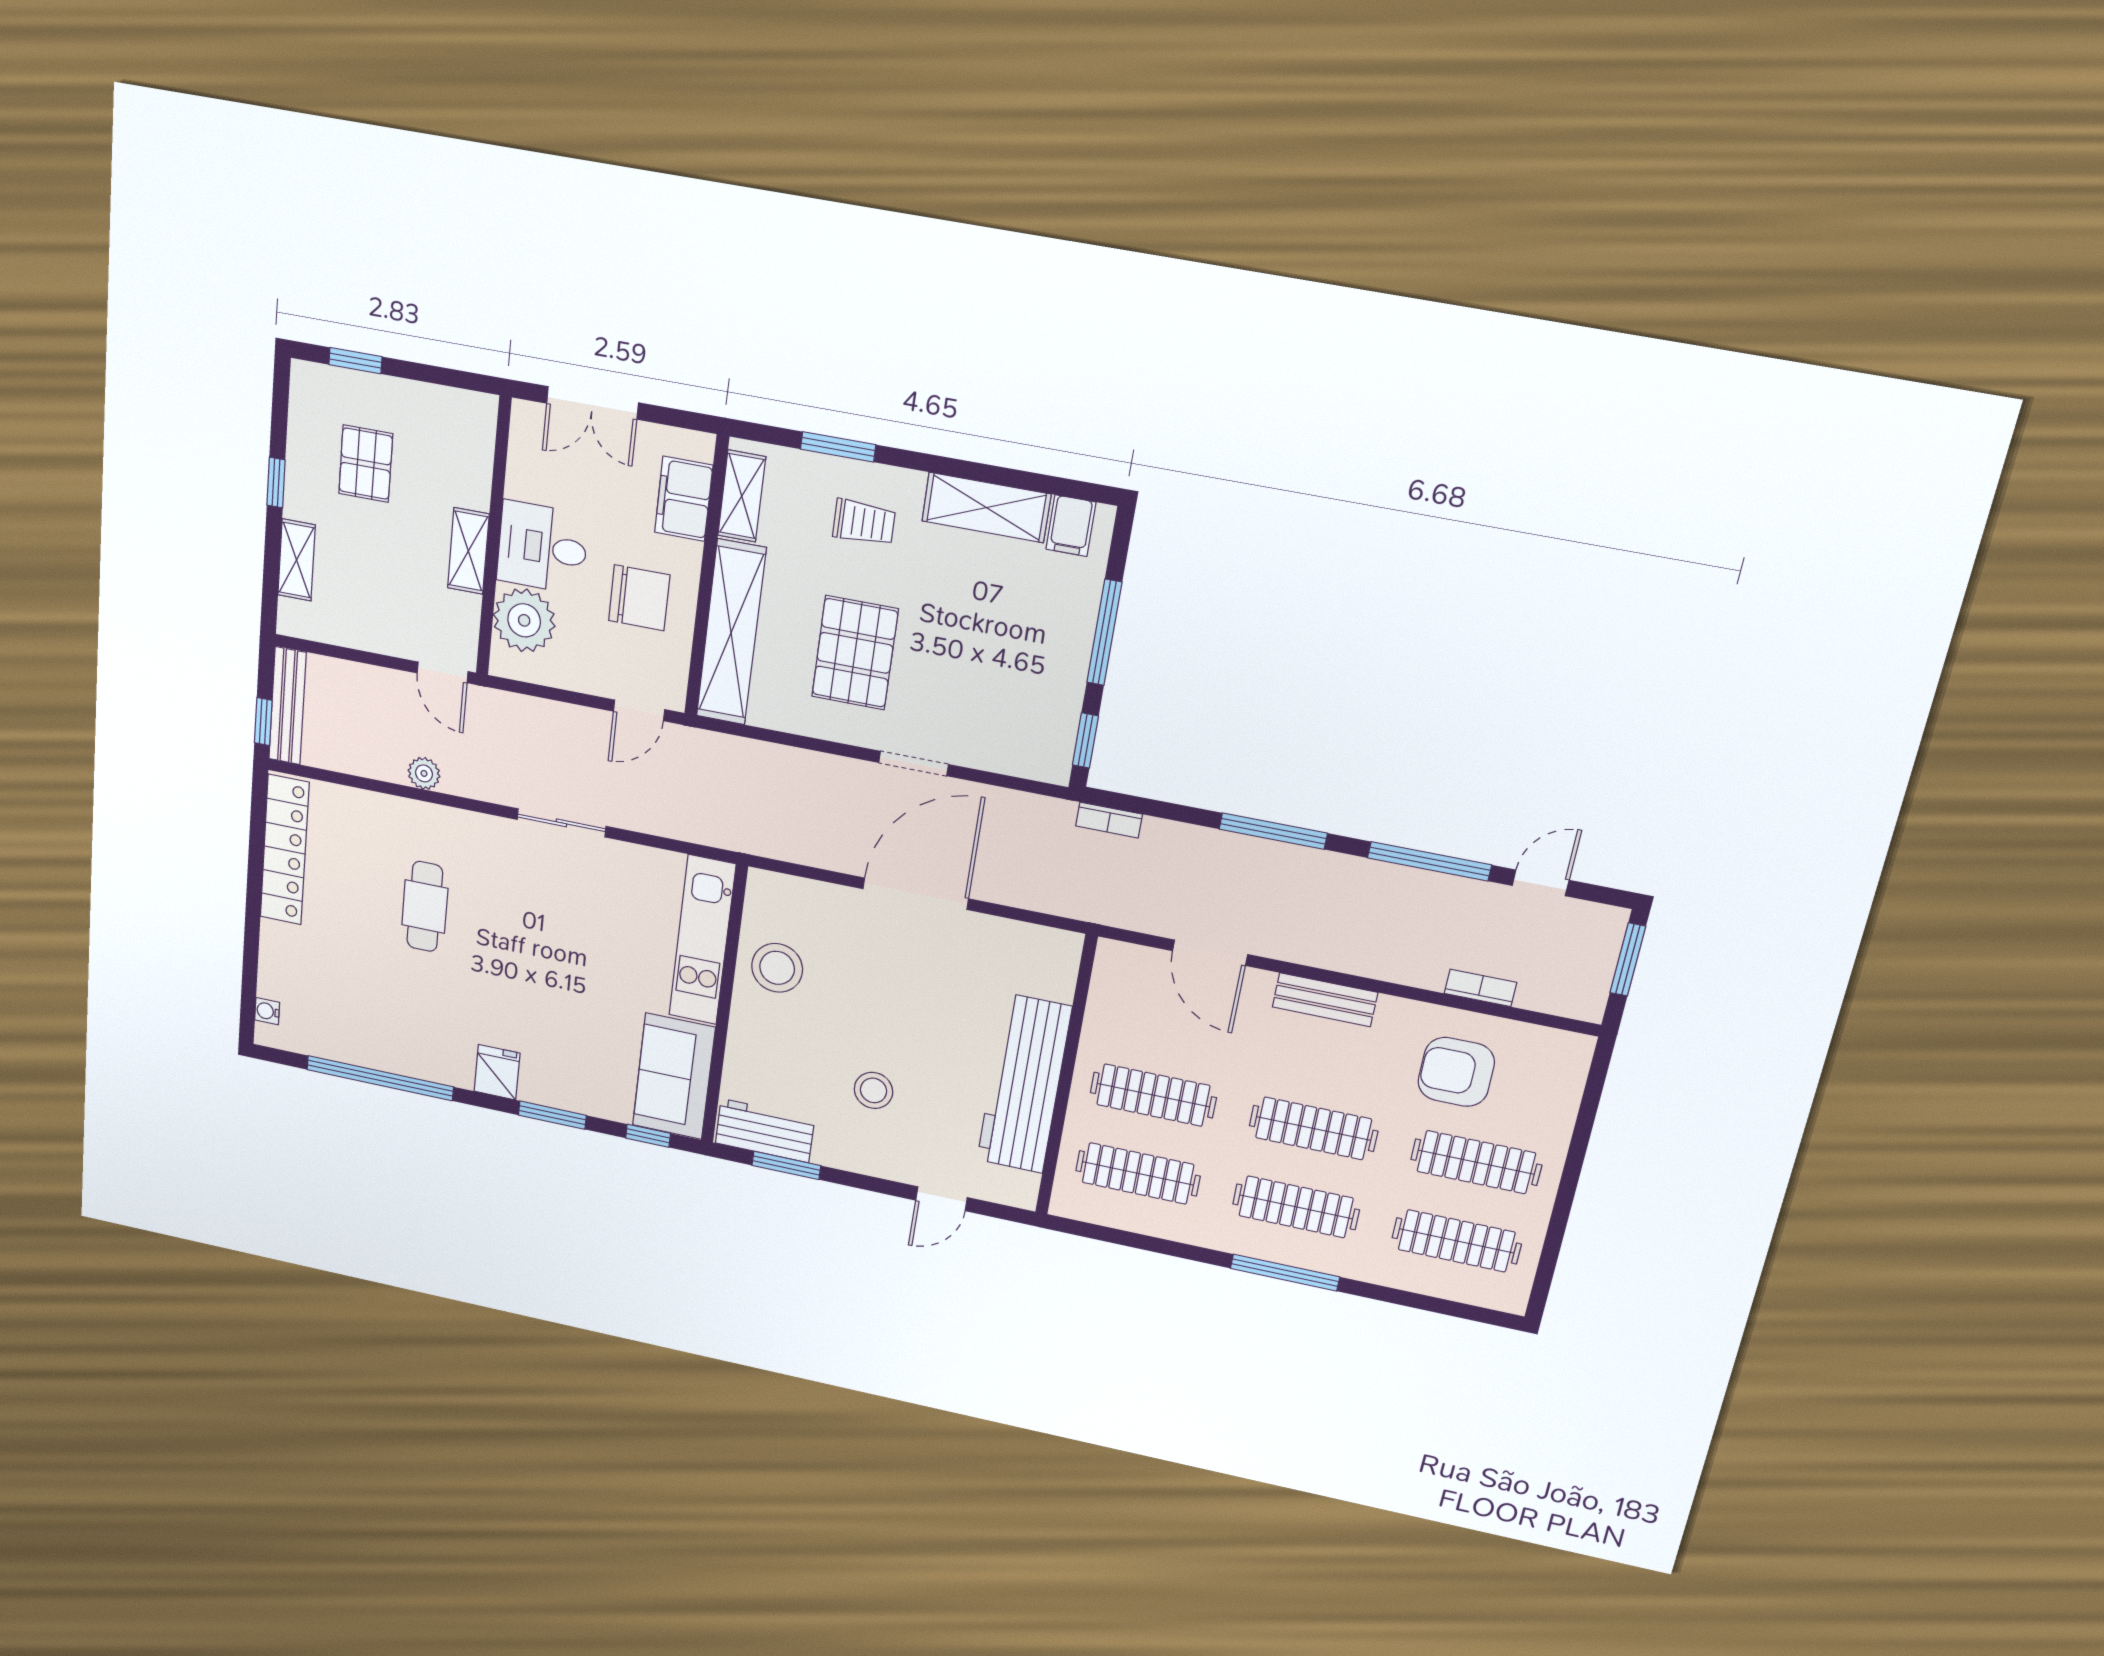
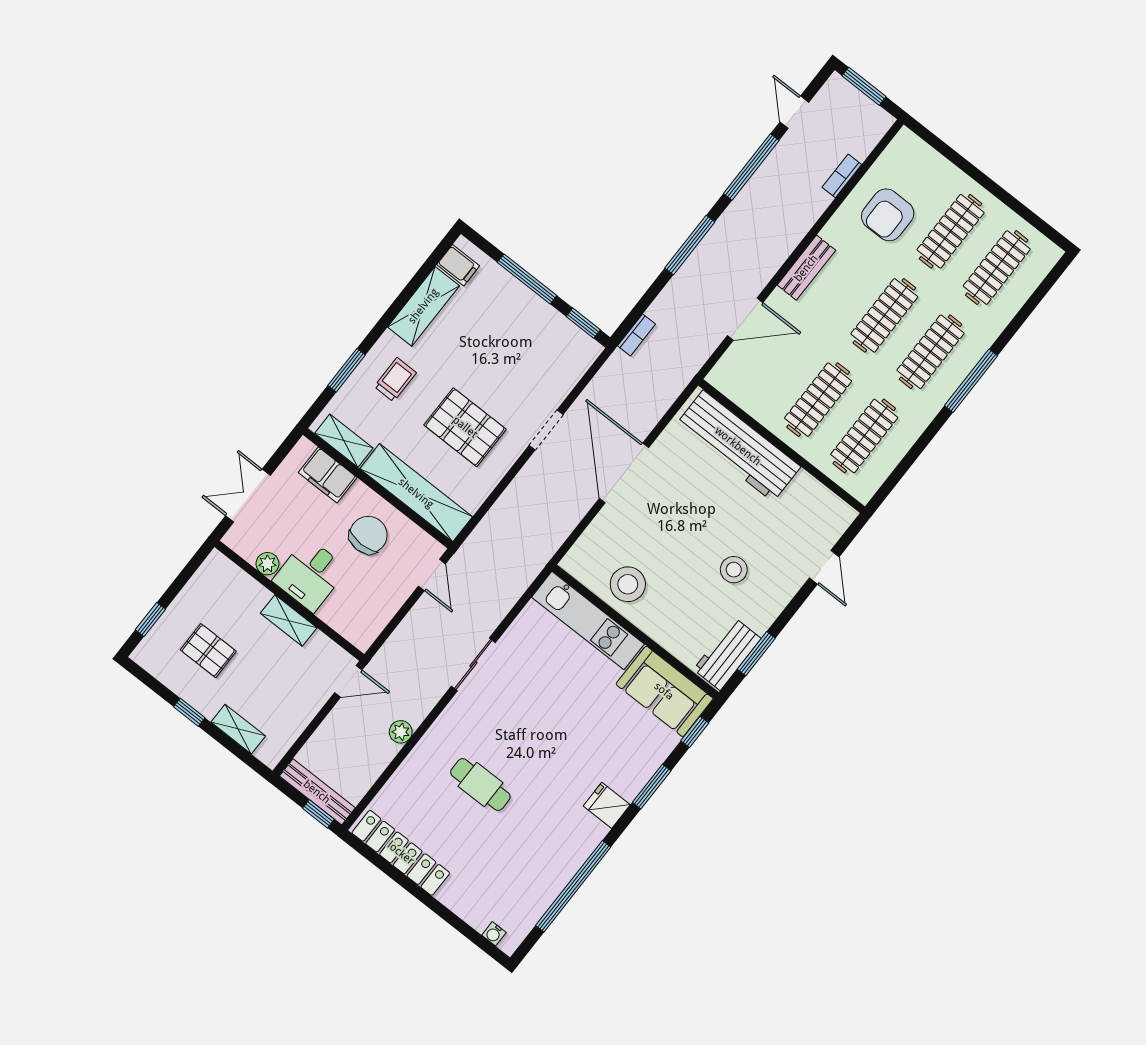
double door: (592, 403) -> (248, 496), swing flipped
plant: (524, 620) -> (267, 564), moved, width x0.53, depth x0.53
workbench: (1024, 1084) -> (738, 446), moved

